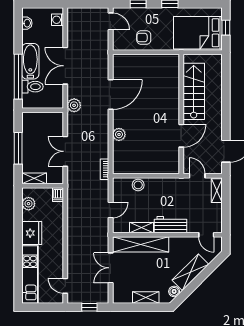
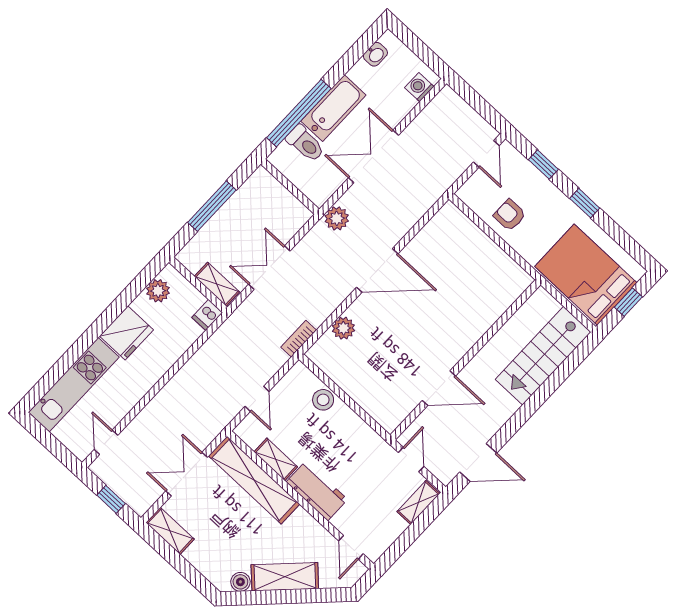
stairs: (194, 91) -> (543, 356), moved, turned 180
door: (111, 94) -> (377, 270), moved
plant: (119, 134) -> (343, 328), moved
shelving: (34, 178) -> (217, 284), moved
door: (111, 210) -> (257, 399), hinge flipped
shelving: (146, 298) -> (170, 531), moved

